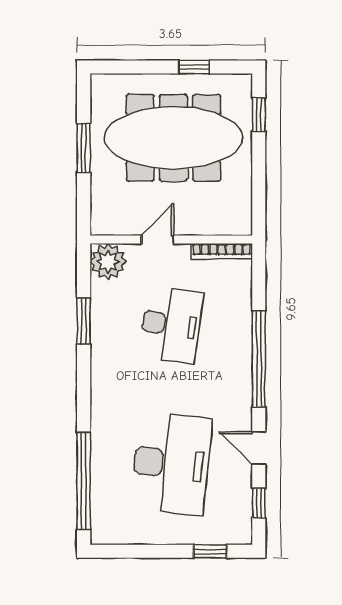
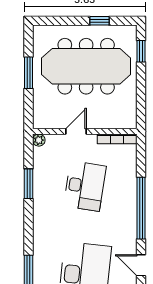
plant: (108, 261) -> (39, 140), width x0.53, depth x0.53

